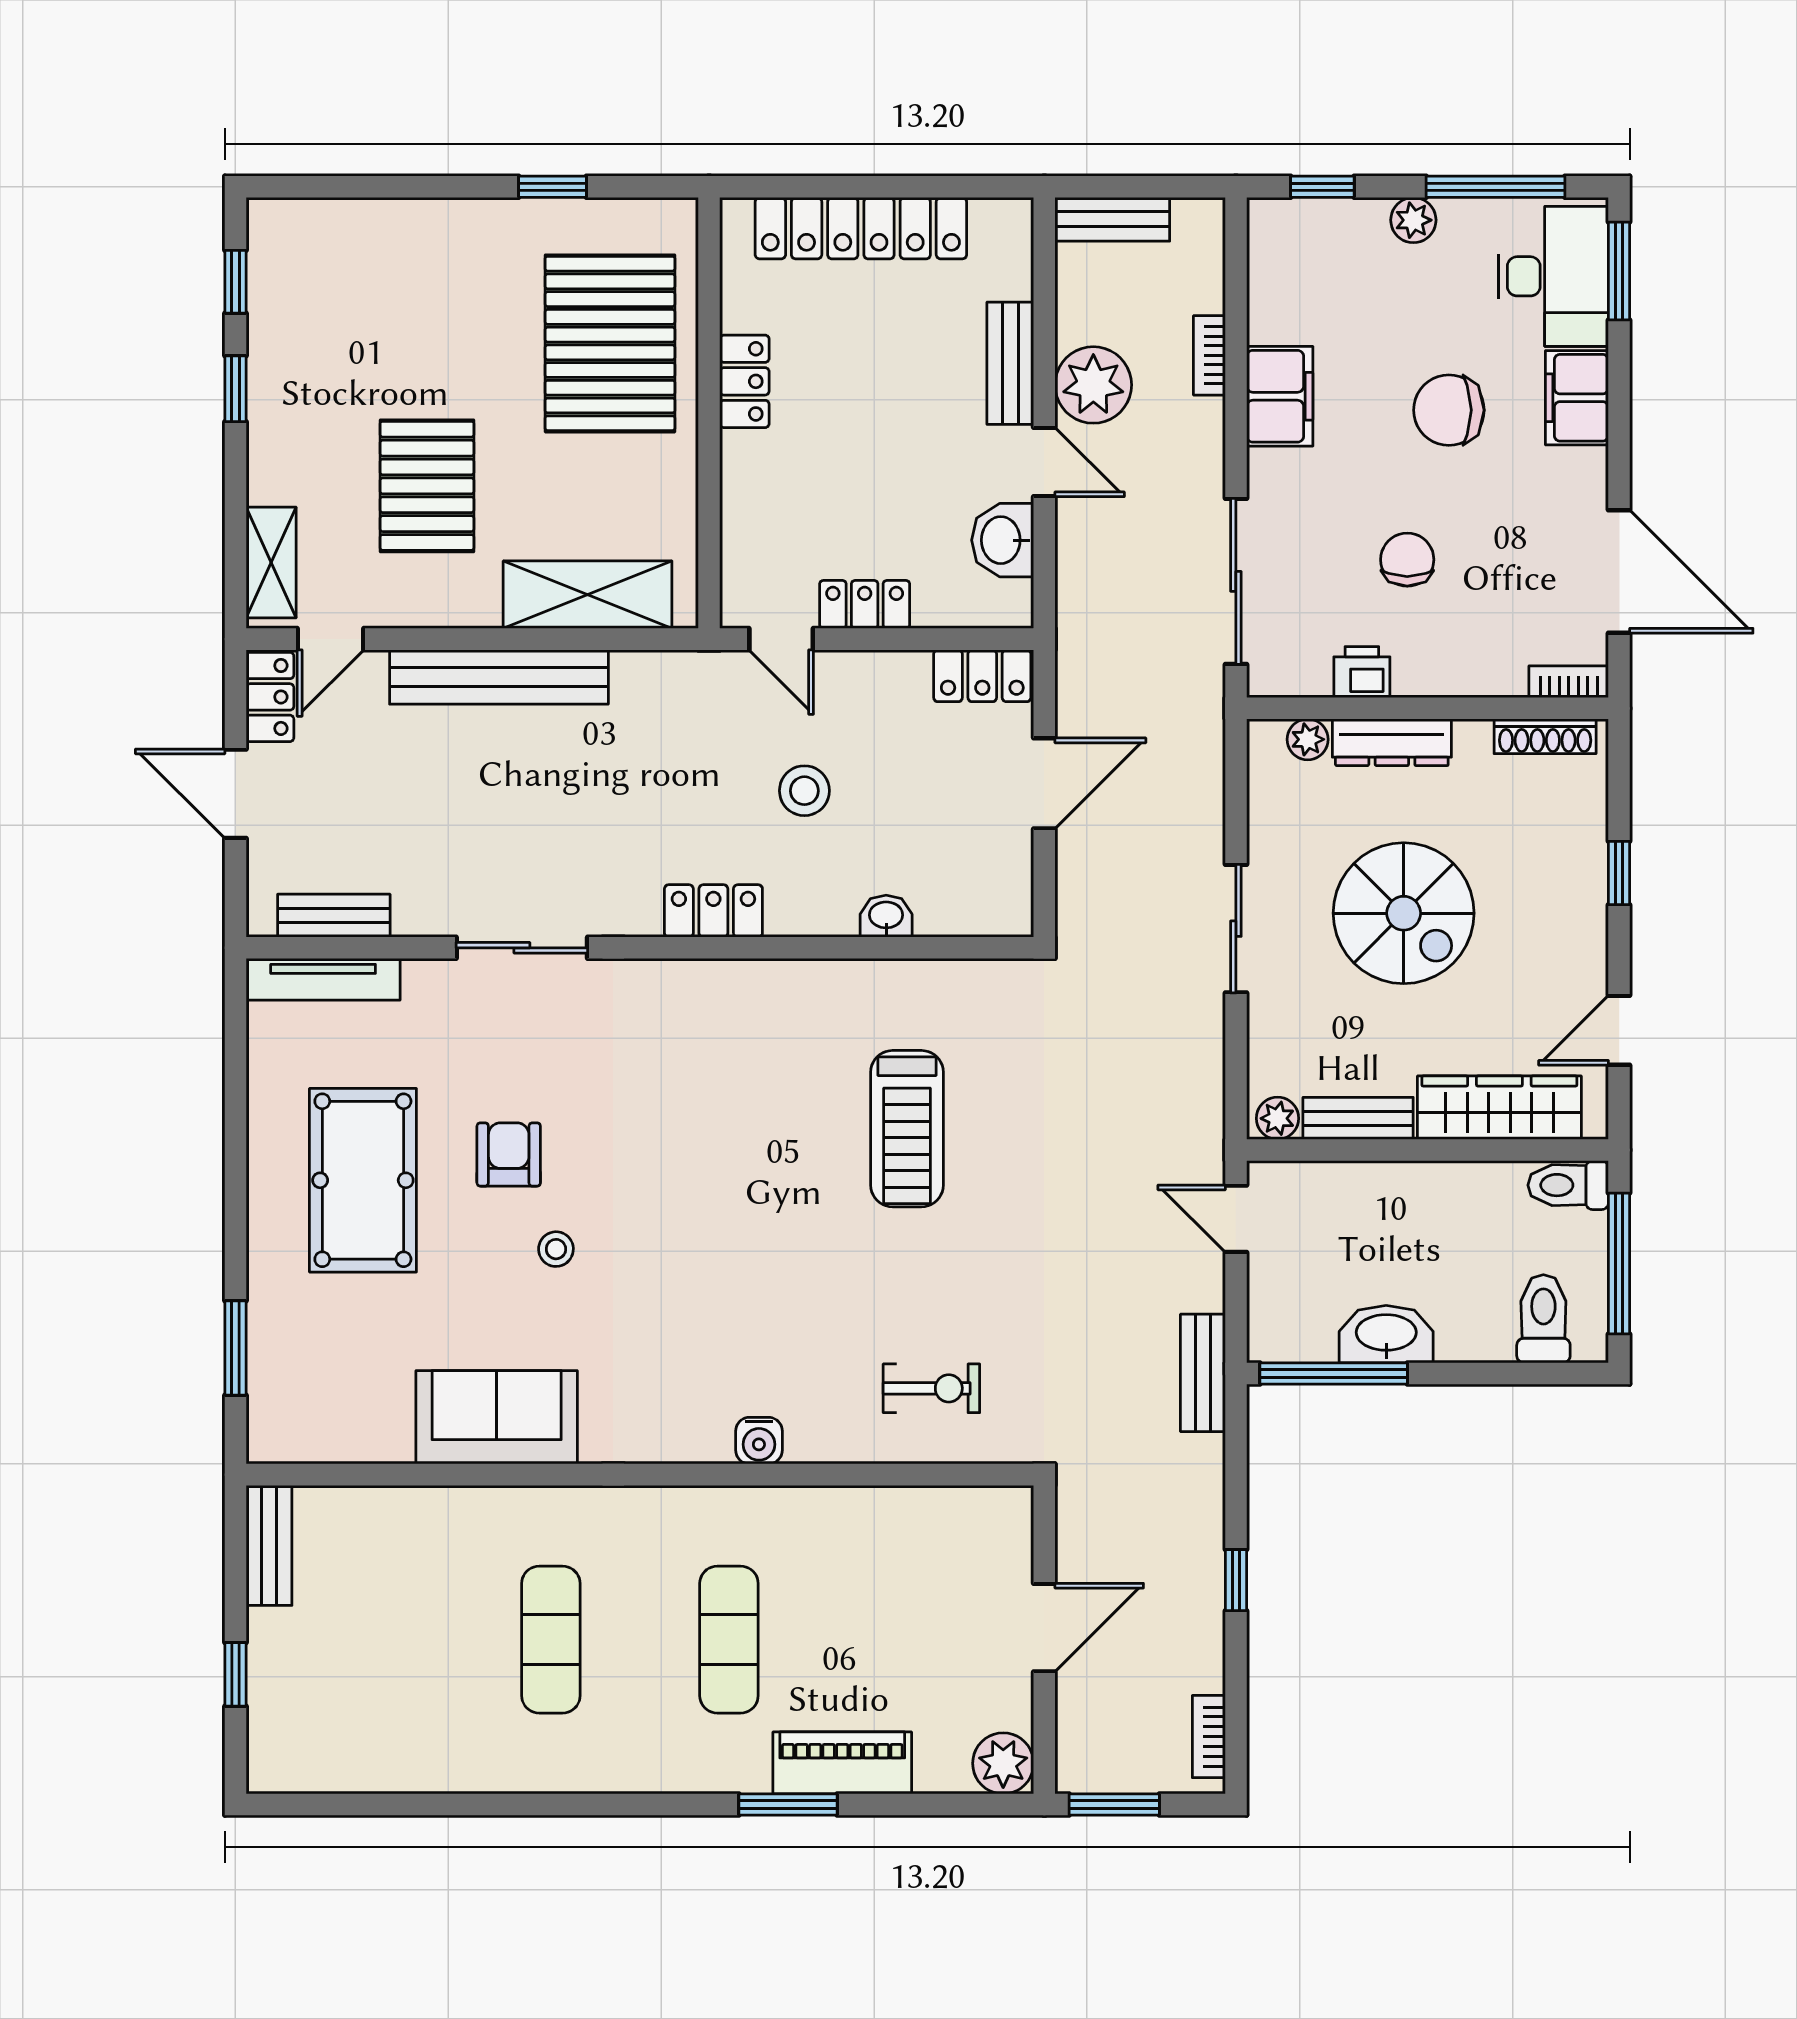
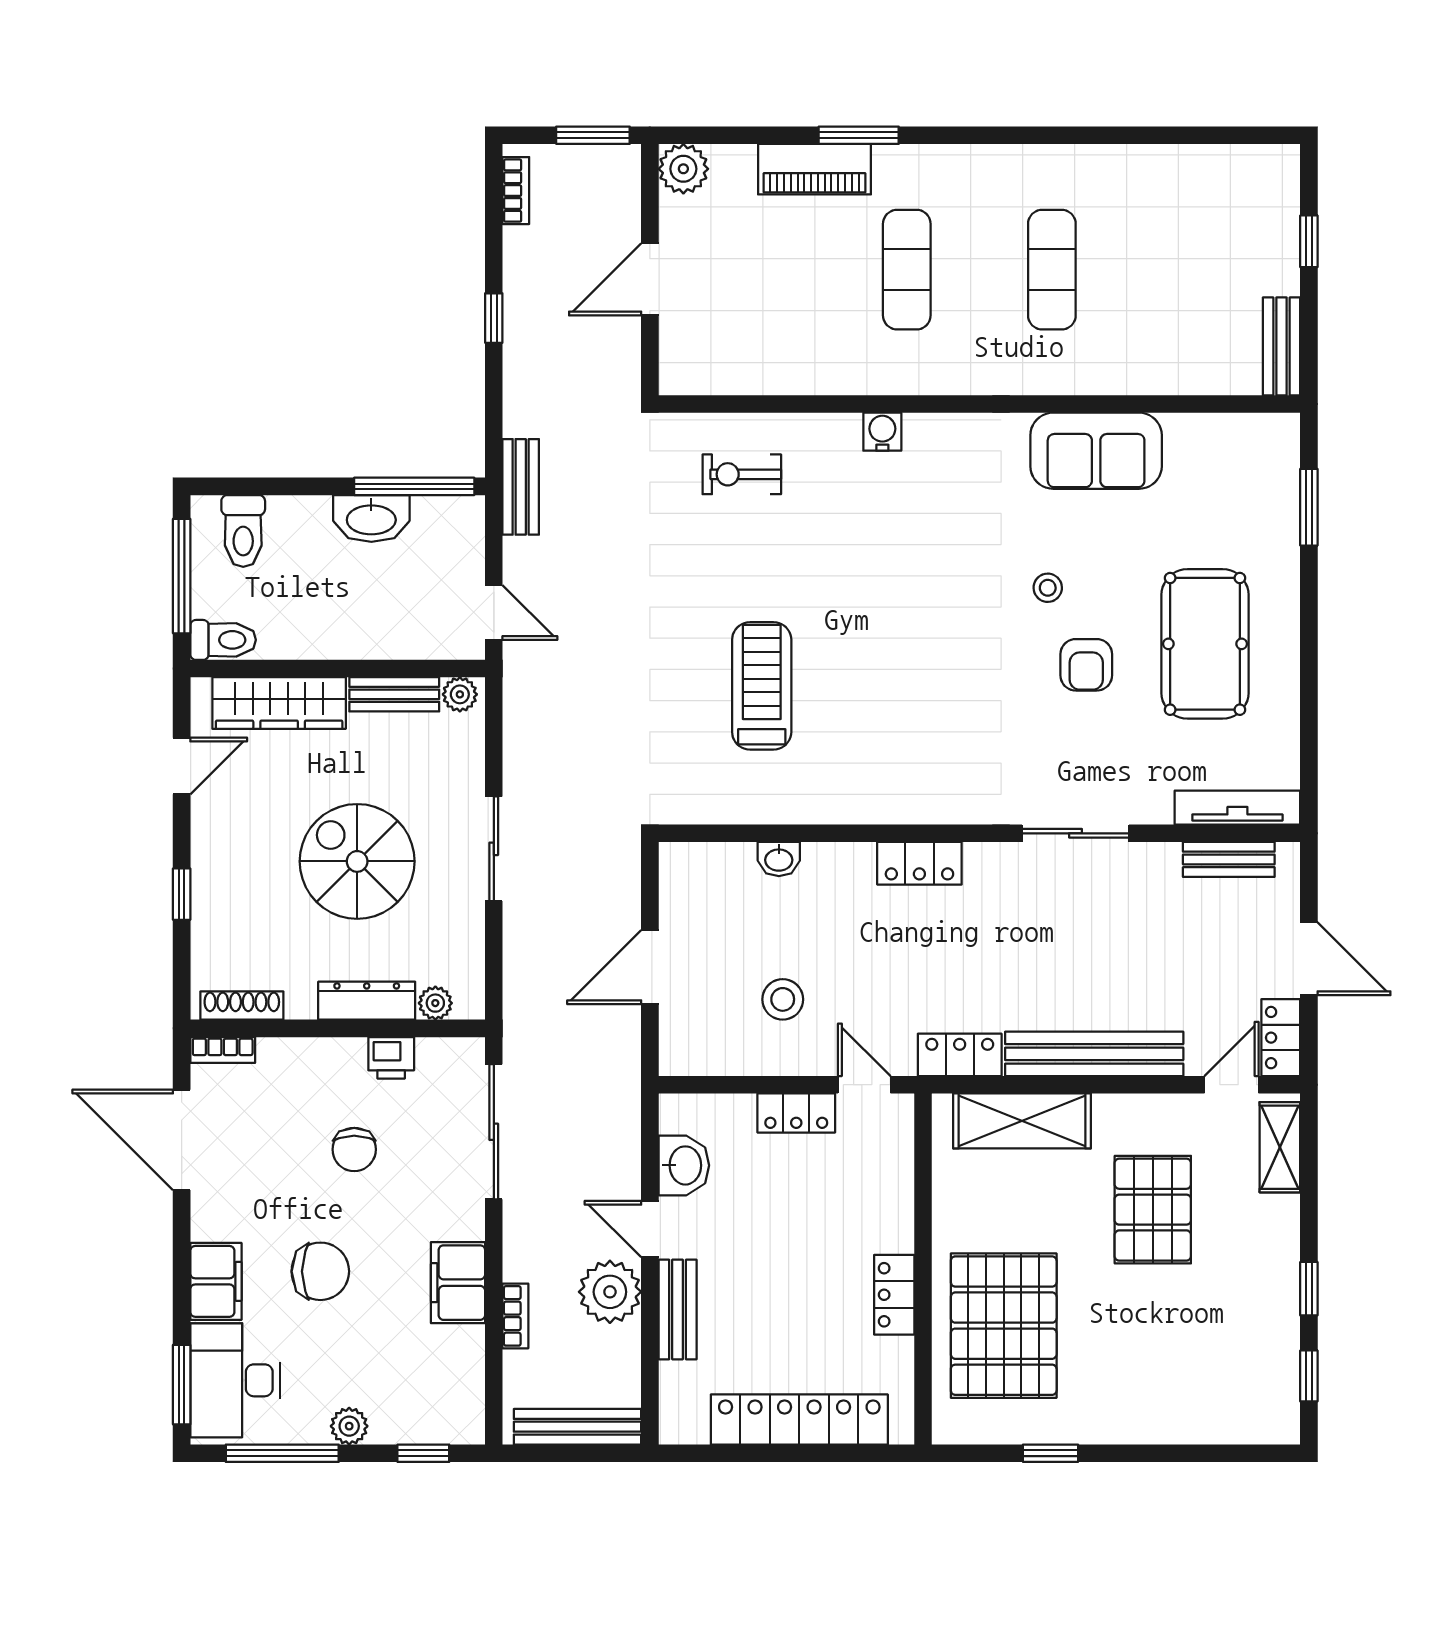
bench: (1112, 219) -> (577, 1427), width x1.36
locker: (982, 676) -> (960, 1055), moved
stool: (804, 791) -> (783, 999), moved

